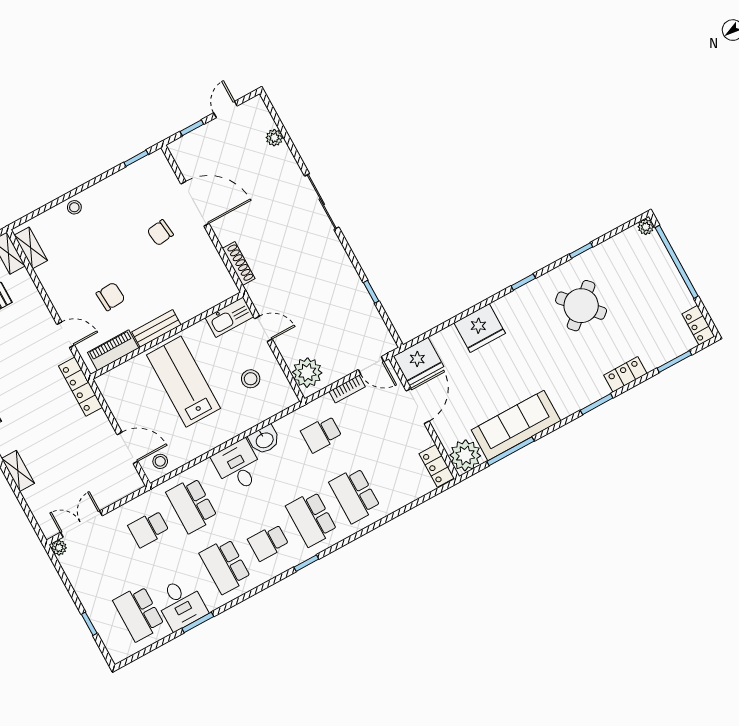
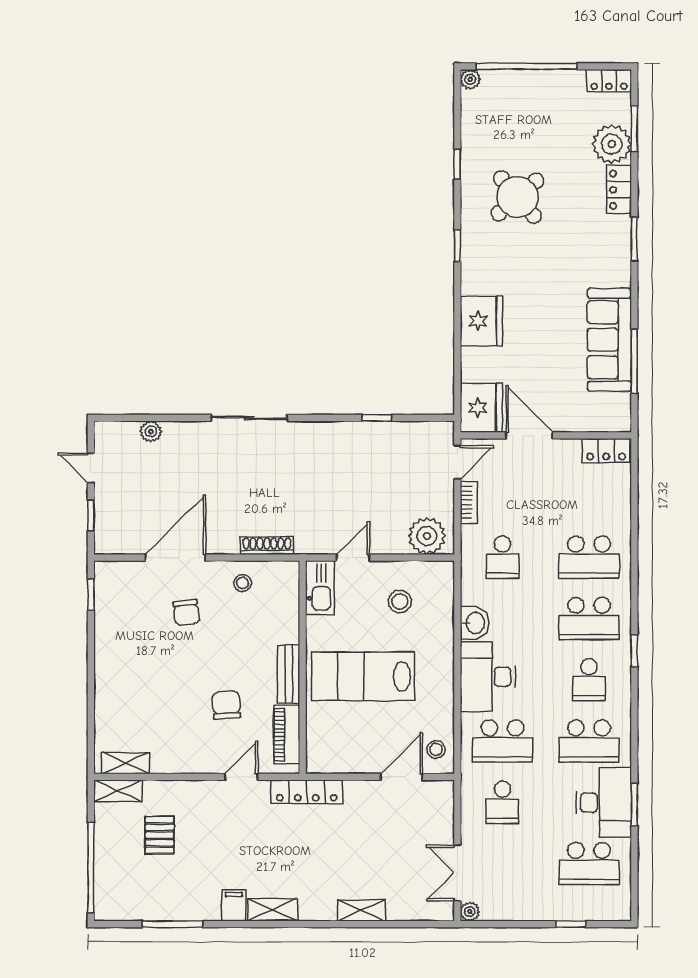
stool: (74, 207) -> (243, 583), moved
plant: (465, 455) -> (612, 144), moved
desk: (238, 466) -> (488, 677), width x1.37
desk: (181, 604) -> (604, 803), width x1.37

